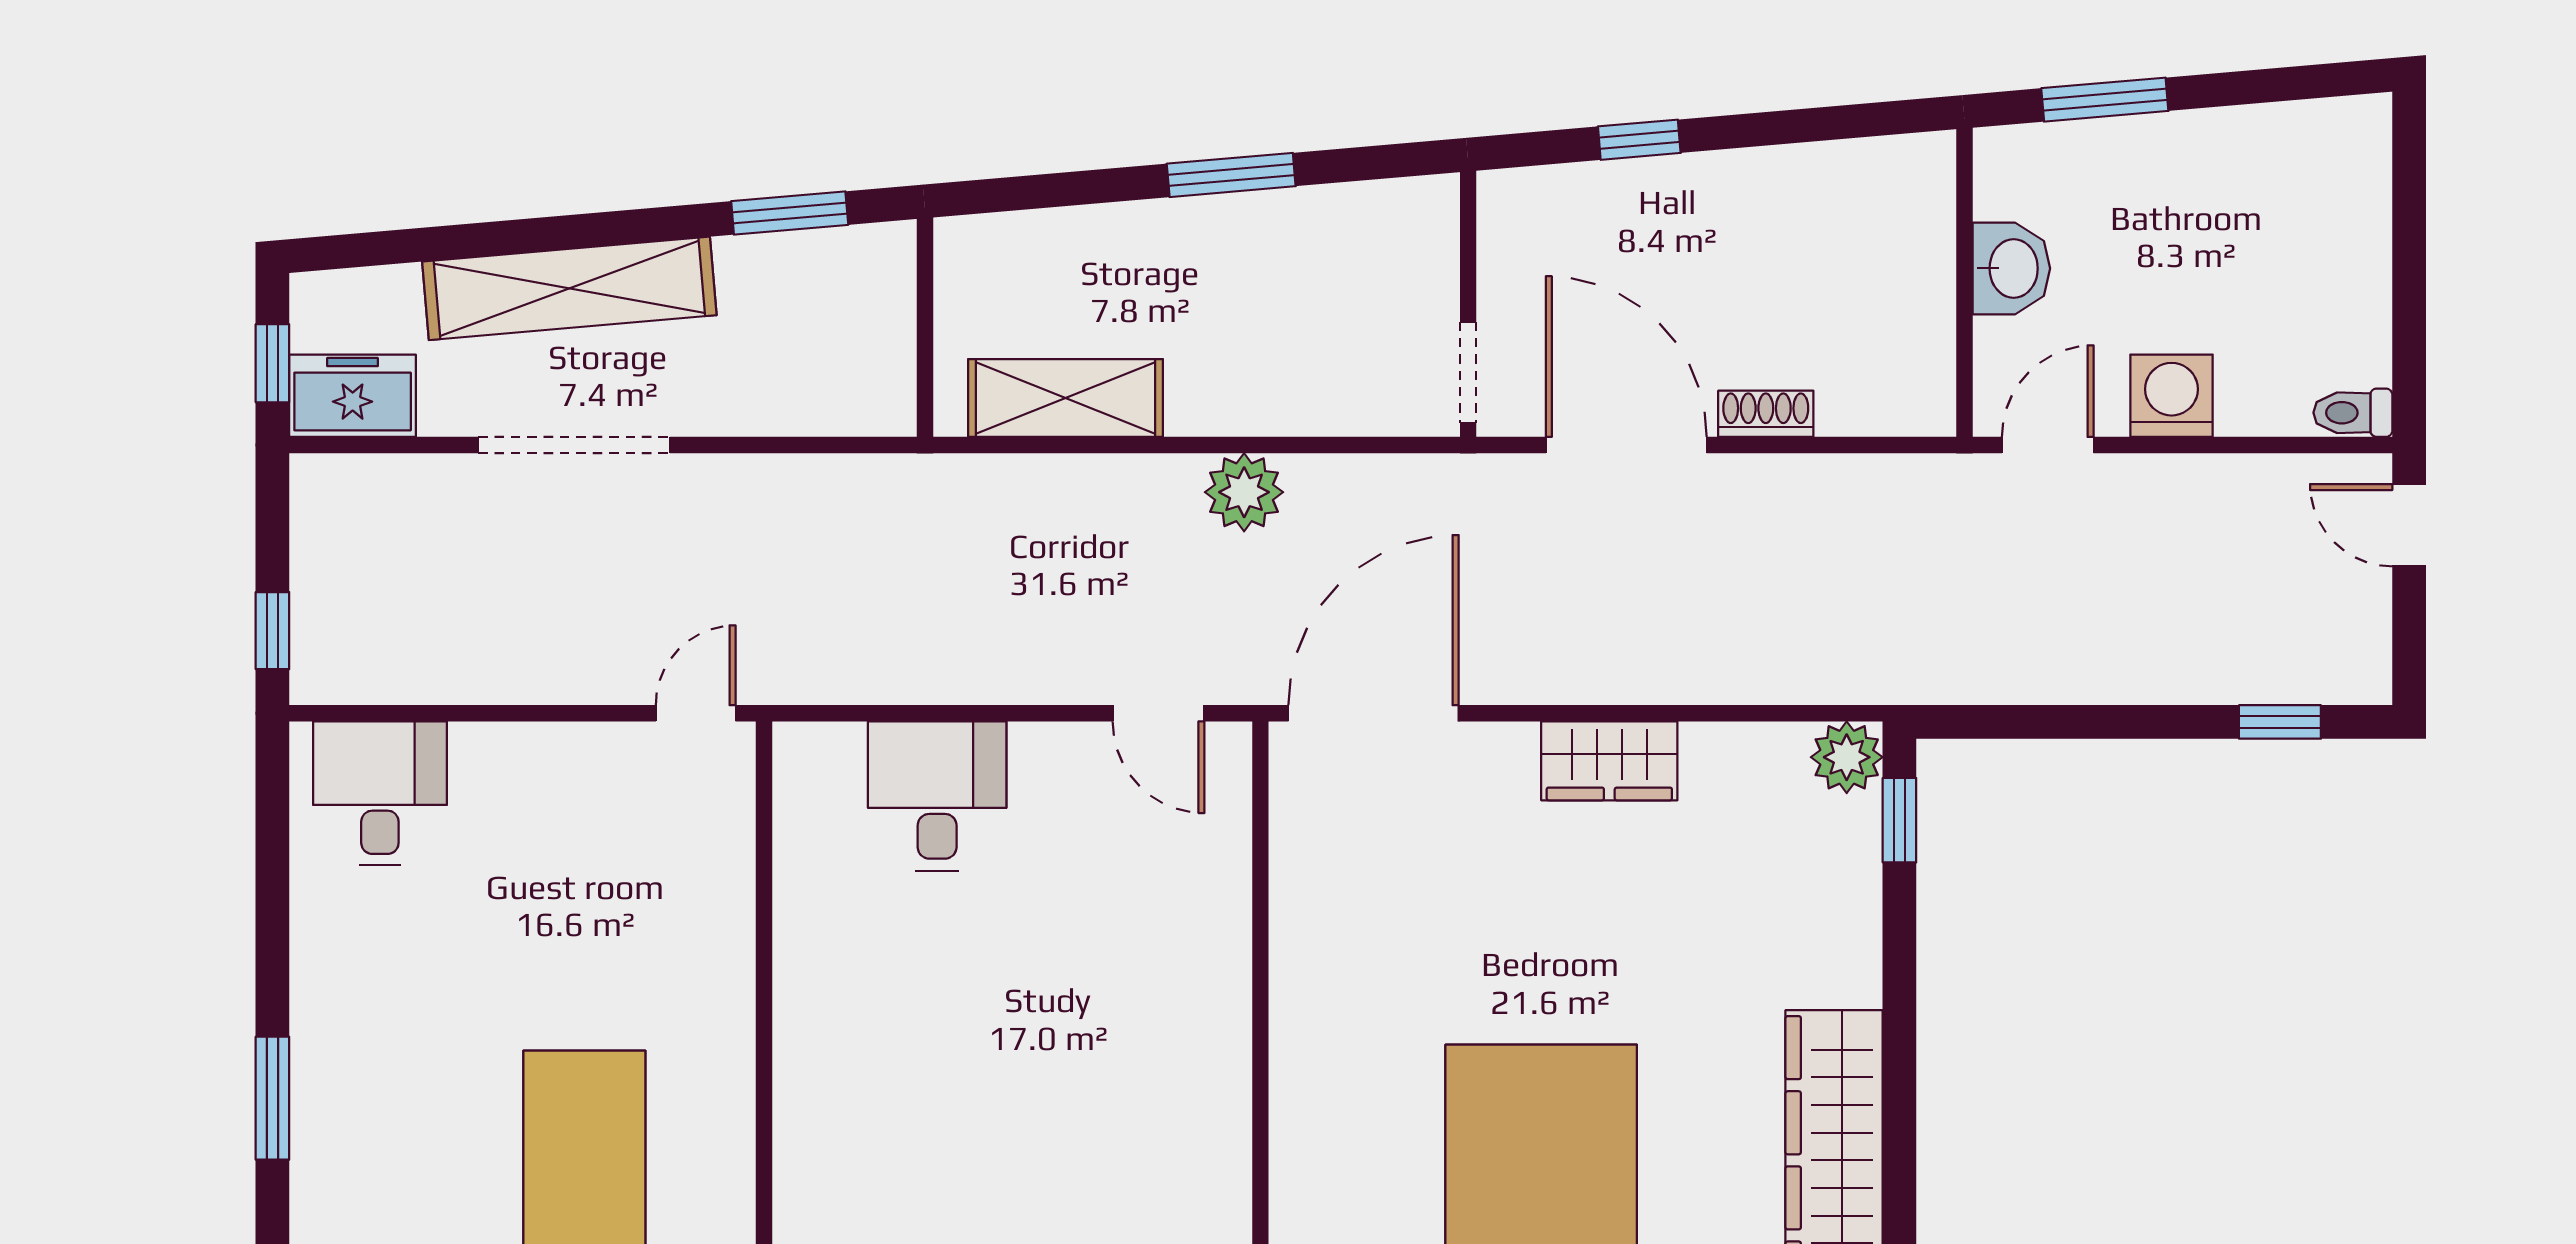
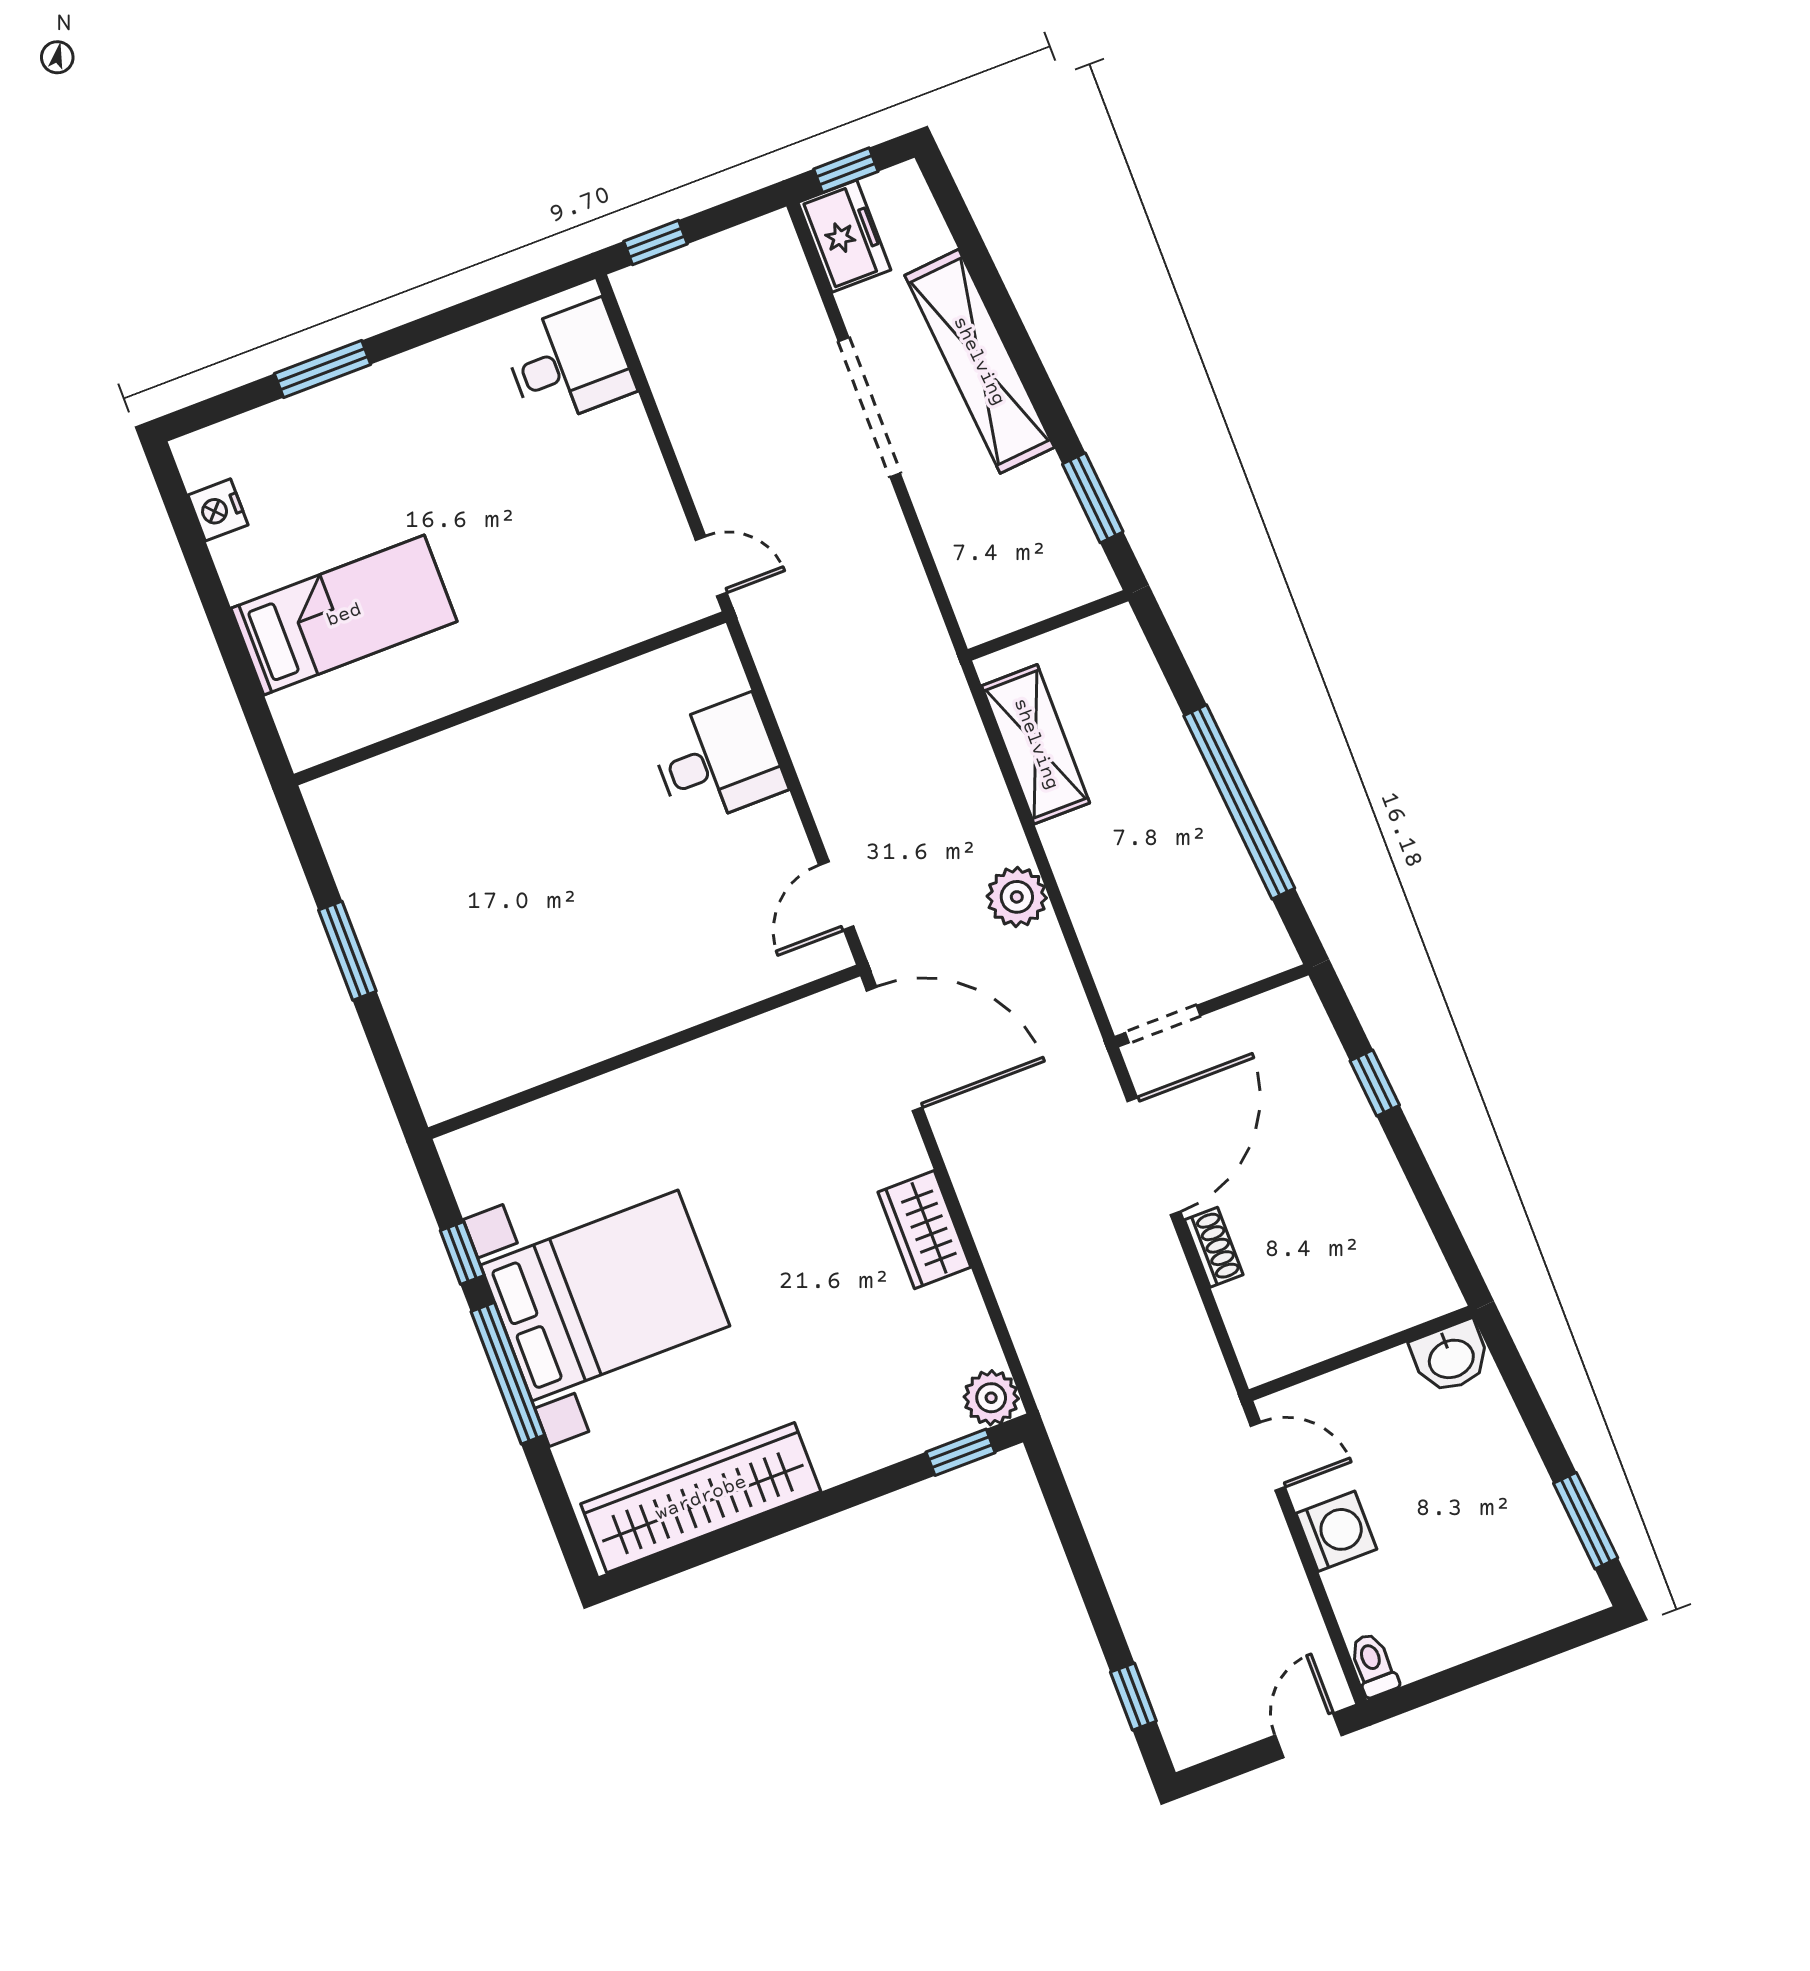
window: (2105, 100) -> (1586, 1521), moved
window: (1231, 175) -> (1239, 802), width x2.11
washbasin: (2011, 268) -> (1451, 1357), moved

